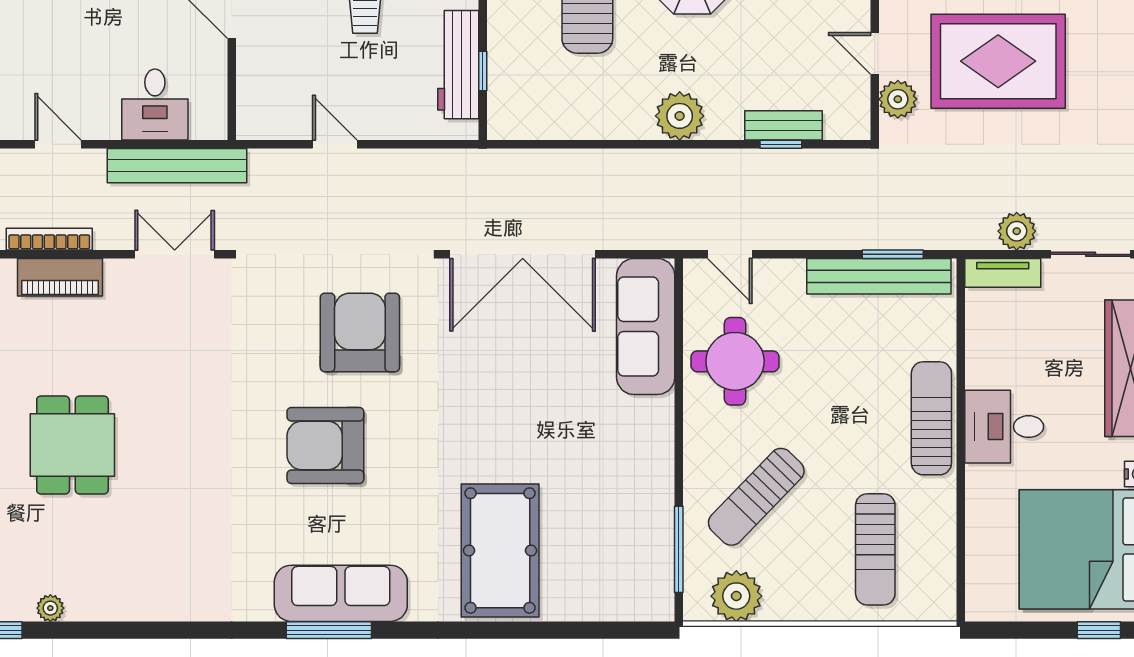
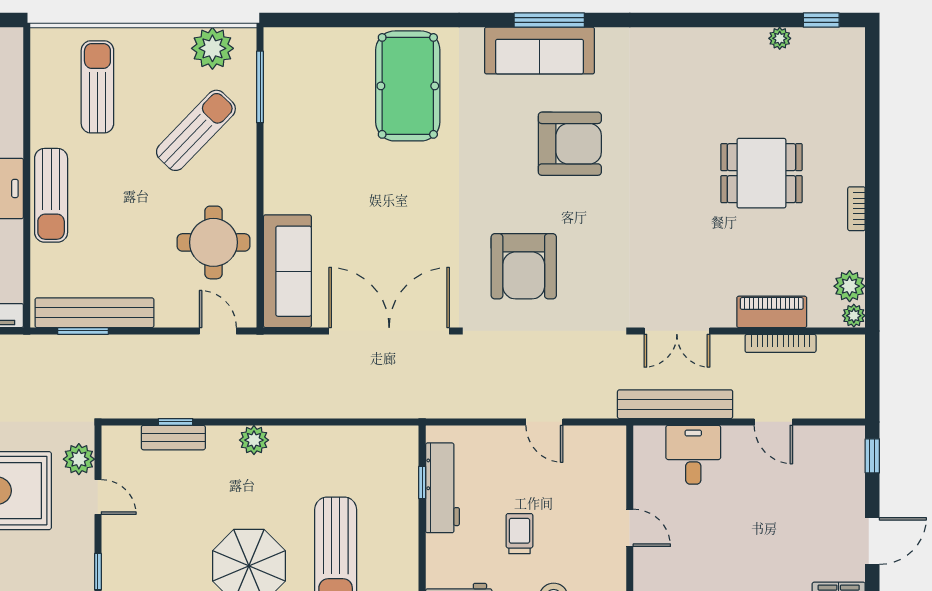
plant: (680, 116) -> (254, 440), width x0.73, depth x0.73
dining table: (72, 445) -> (761, 173), turned 90
armchair: (325, 445) -> (570, 144), moved

